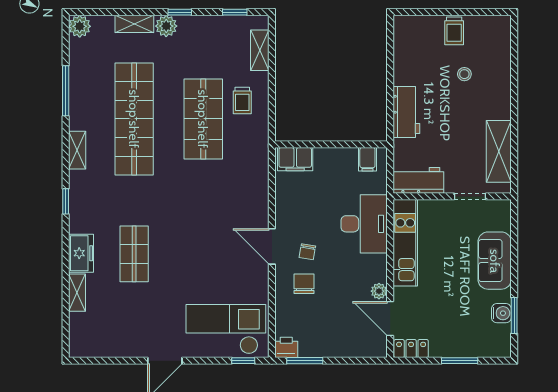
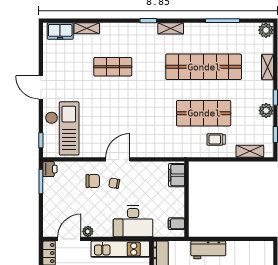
plant: (166, 26) -> (266, 111), moved
shelving: (77, 150) -> (171, 28), moved
freezer: (81, 253) -> (60, 31), moved

